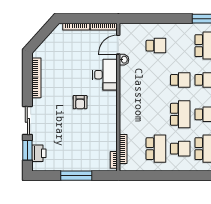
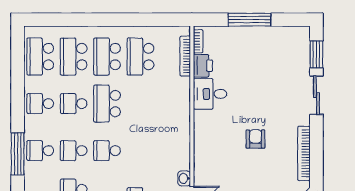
desk: (105, 75) -> (210, 94), moved, width x0.73
armchair: (80, 102) -> (256, 139), moved
school desk: (180, 149) -> (107, 57), width x1.85
printer: (39, 153) -> (203, 66), moved, turned 180

